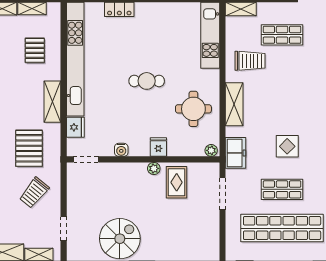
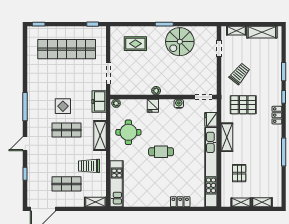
pallet: (29, 148) -> (243, 105), turned 90
rug: (177, 182) -> (135, 44), moved, turned 90
shop shelf: (282, 189) -> (67, 130), moved

